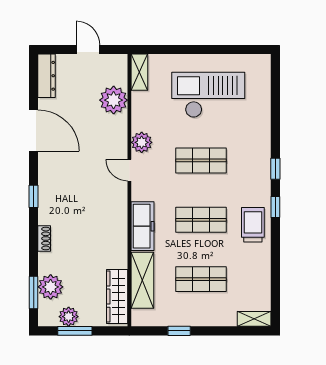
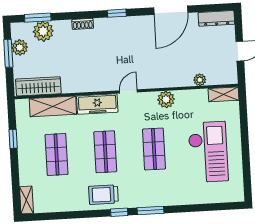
plant: (114, 100) -> (200, 80), width x0.53, depth x0.53
window: (275, 169) -> (151, 210), width x1.50
door: (129, 170) -> (128, 91), moved
trolley: (253, 225) -> (103, 195), turned 180

